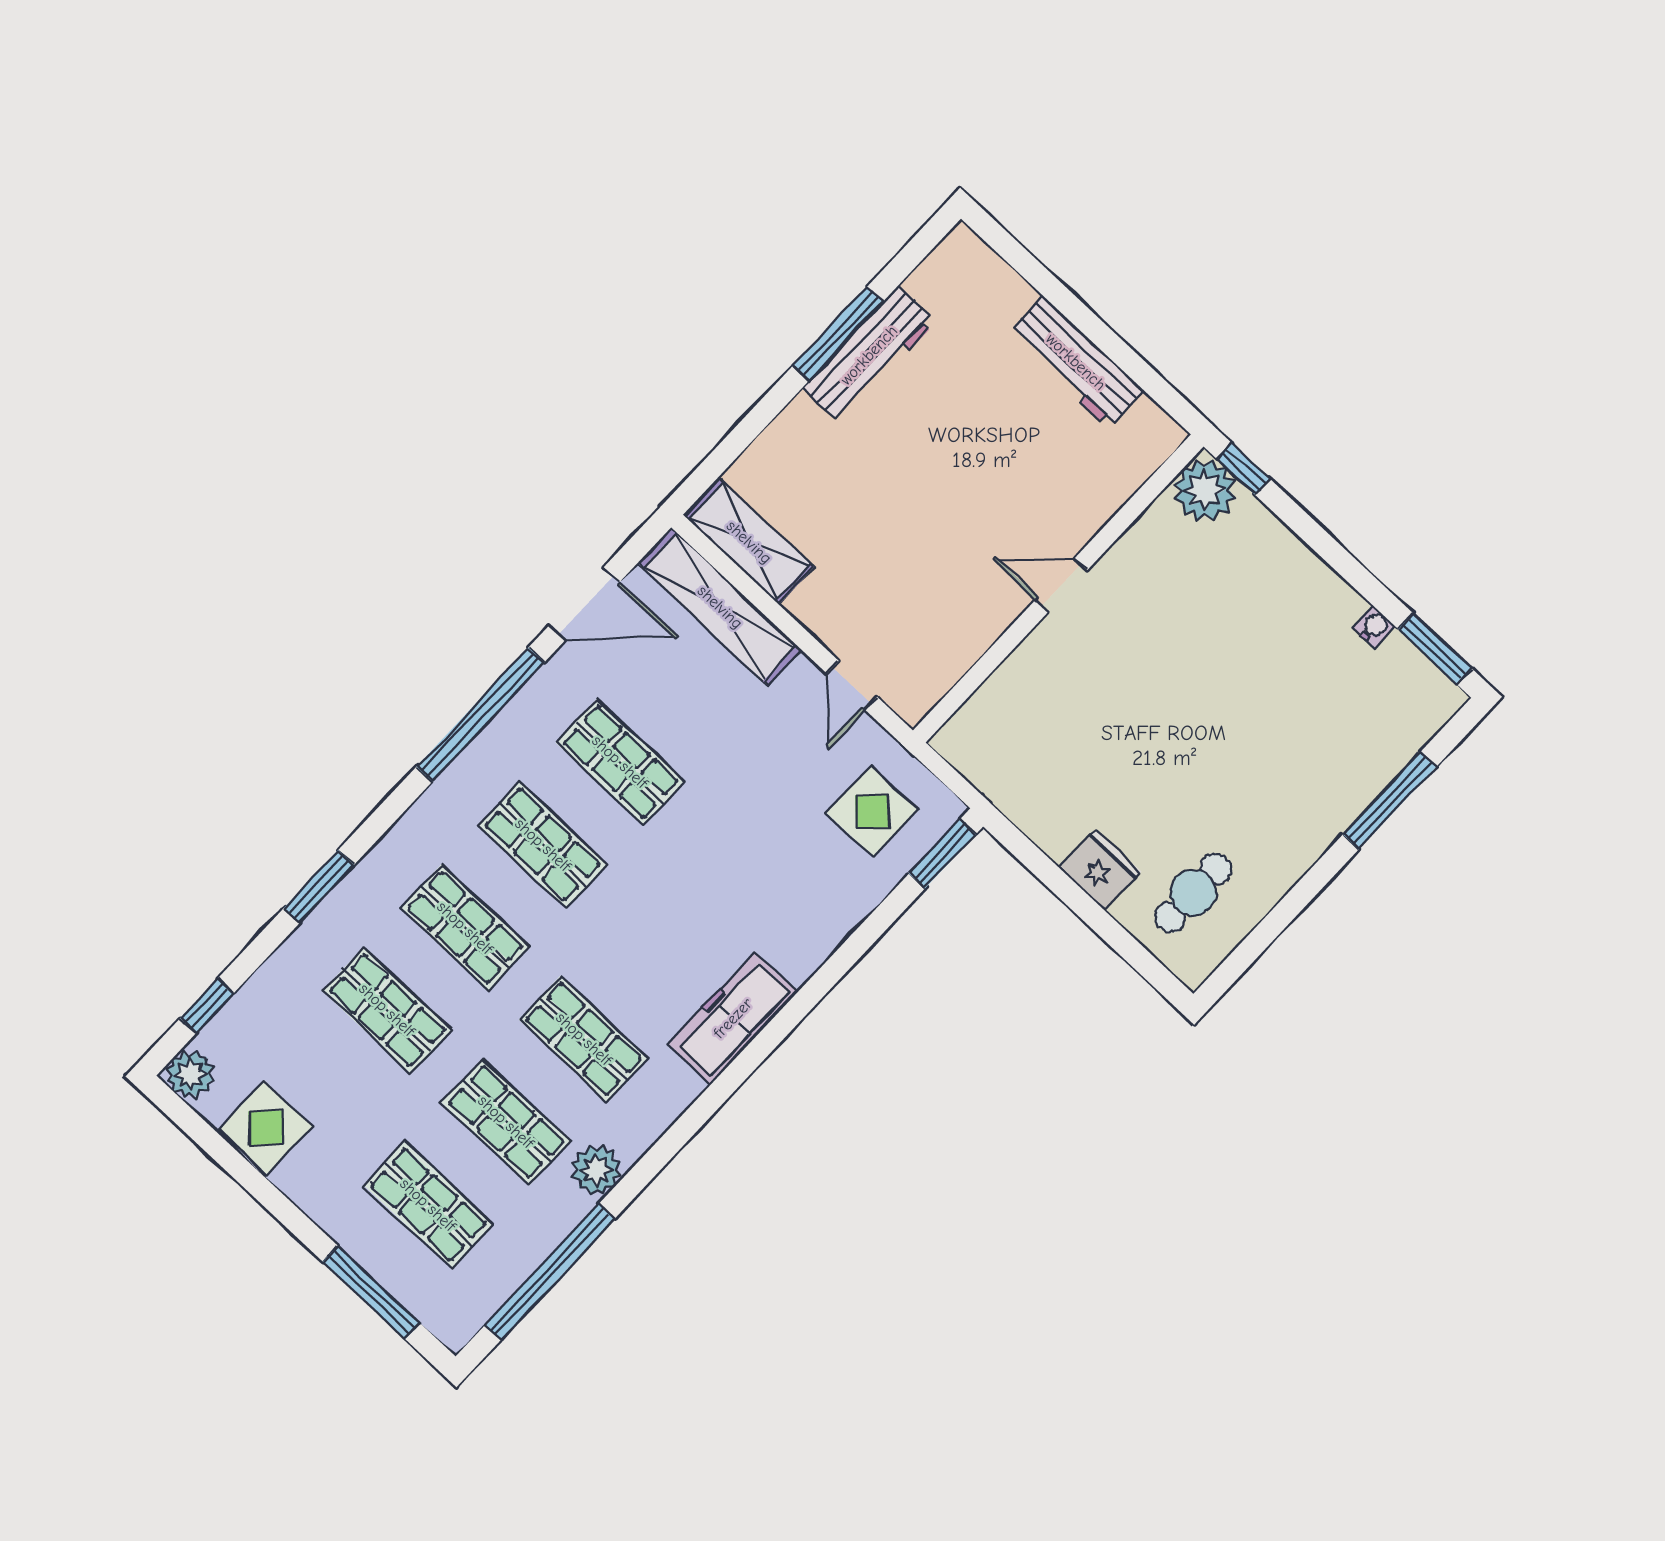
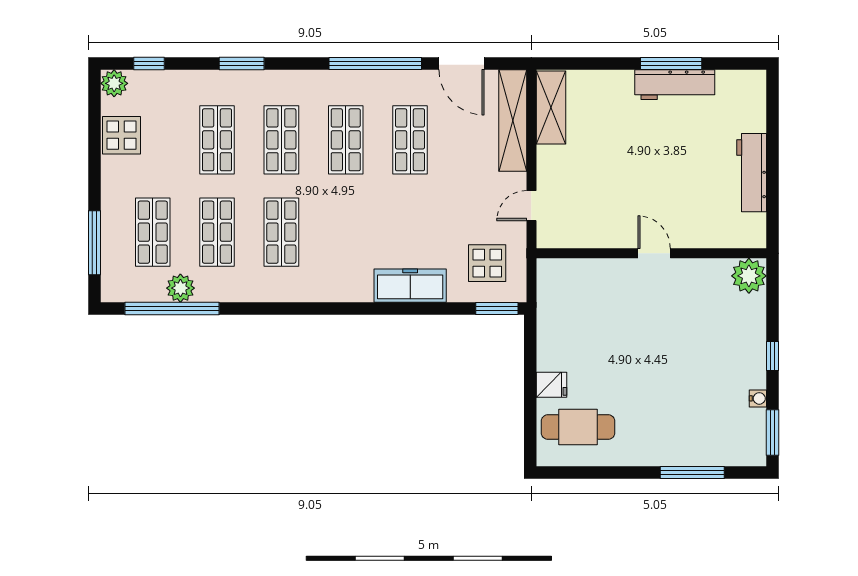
window: (1243, 469) -> (773, 356), moved
fridge: (1100, 870) -> (552, 385), width x0.72
cafe table: (1193, 893) -> (578, 427), width x1.37, depth x1.35
freezer: (733, 1018) -> (410, 286), moved
plant: (596, 1170) -> (180, 288), moved

